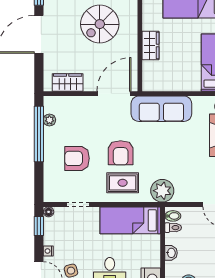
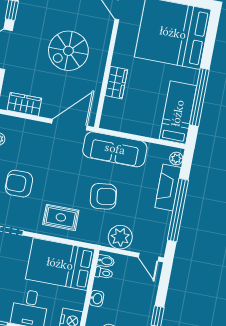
armchair: (121, 153) -> (103, 196), moved, turned -97
plant: (162, 191) -> (120, 237), moved
bed: (130, 220) -> (60, 264), width x1.50

